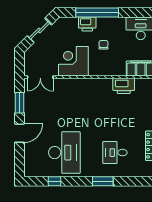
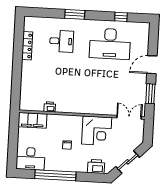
window: (97, 12) -> (55, 175), moved
printer: (87, 24) -> (96, 166), moved
printer: (124, 86) -> (50, 107), width x0.53, depth x0.68
desk: (64, 153) -> (110, 44), turned -90

